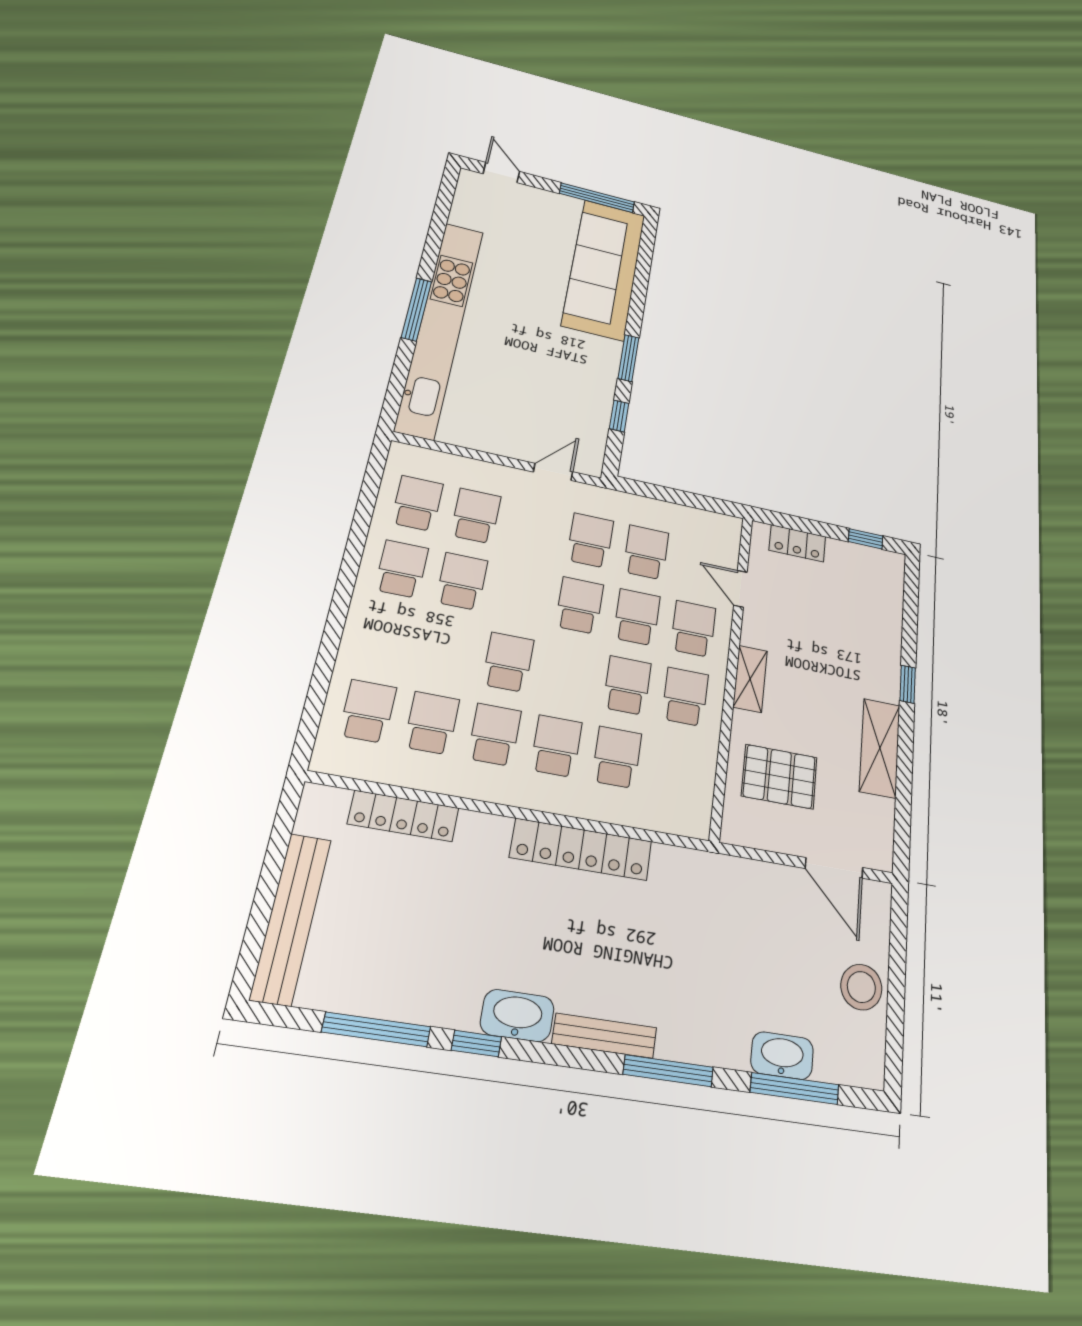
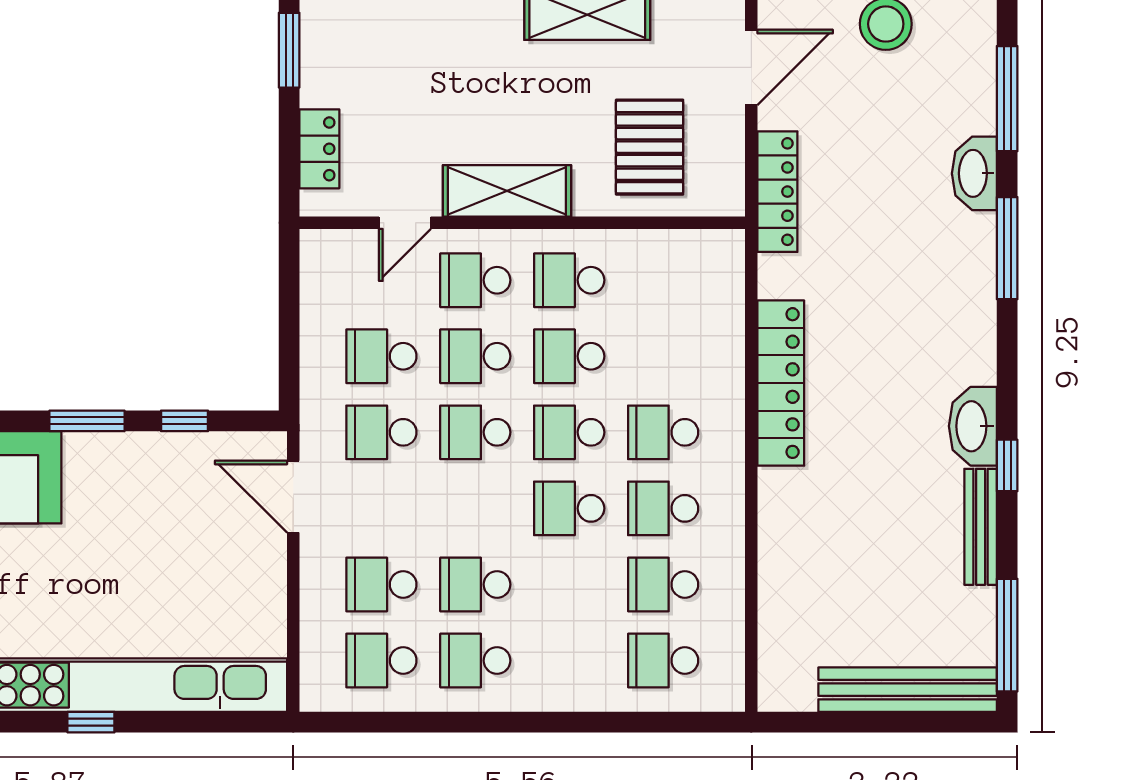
window: (416, 309) -> (91, 722), width x0.46
door: (553, 472) -> (293, 497), width x1.38
window: (866, 539) -> (289, 50), width x1.50
shelving: (750, 679) -> (507, 191), width x1.50, depth x1.33
school desk: (617, 757) -> (569, 432), moved
locker: (403, 816) -> (777, 192), moved
window: (376, 1029) -> (1007, 635), moved
bench: (605, 1036) -> (981, 527), moved
washbasin: (782, 1056) -> (974, 173), moved

